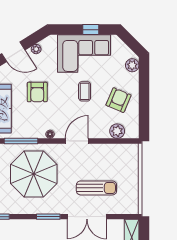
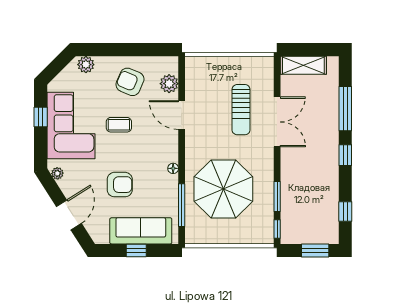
plant: (36, 49) -> (57, 173), moved
door: (77, 141) -> (182, 115), moved
sun lounger: (96, 188) -> (241, 110), turned 180
window: (48, 217) -> (277, 197), moved

